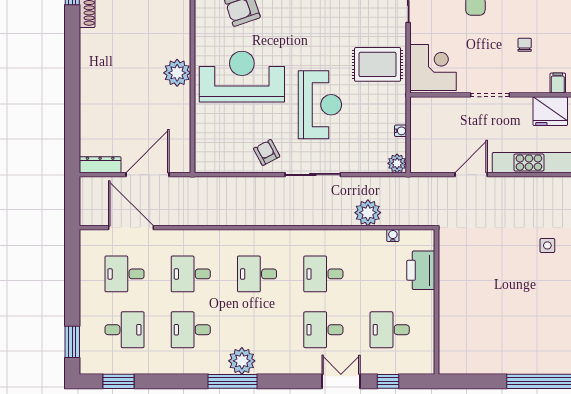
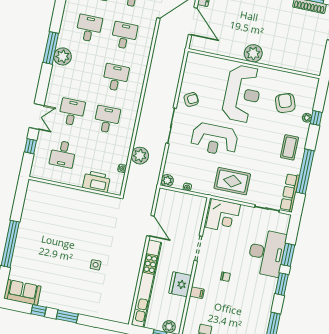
rug: (378, 64) -> (232, 181), turned 90
desk: (390, 330) -> (63, 154), turned 180

